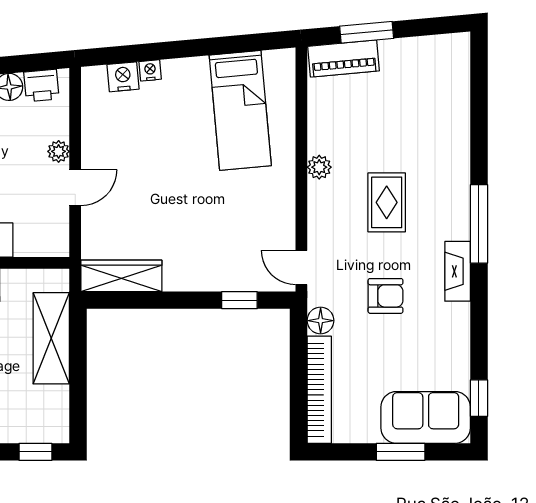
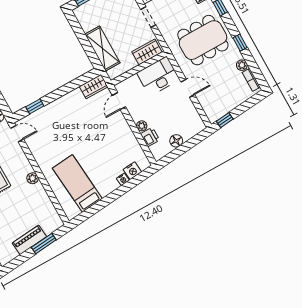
piano: (344, 59) -> (29, 240), moved
printer: (41, 85) -> (150, 137), moved, turned 95
door: (75, 188) -> (119, 101), moved
wardrobe: (121, 276) -> (94, 87), width x0.67

